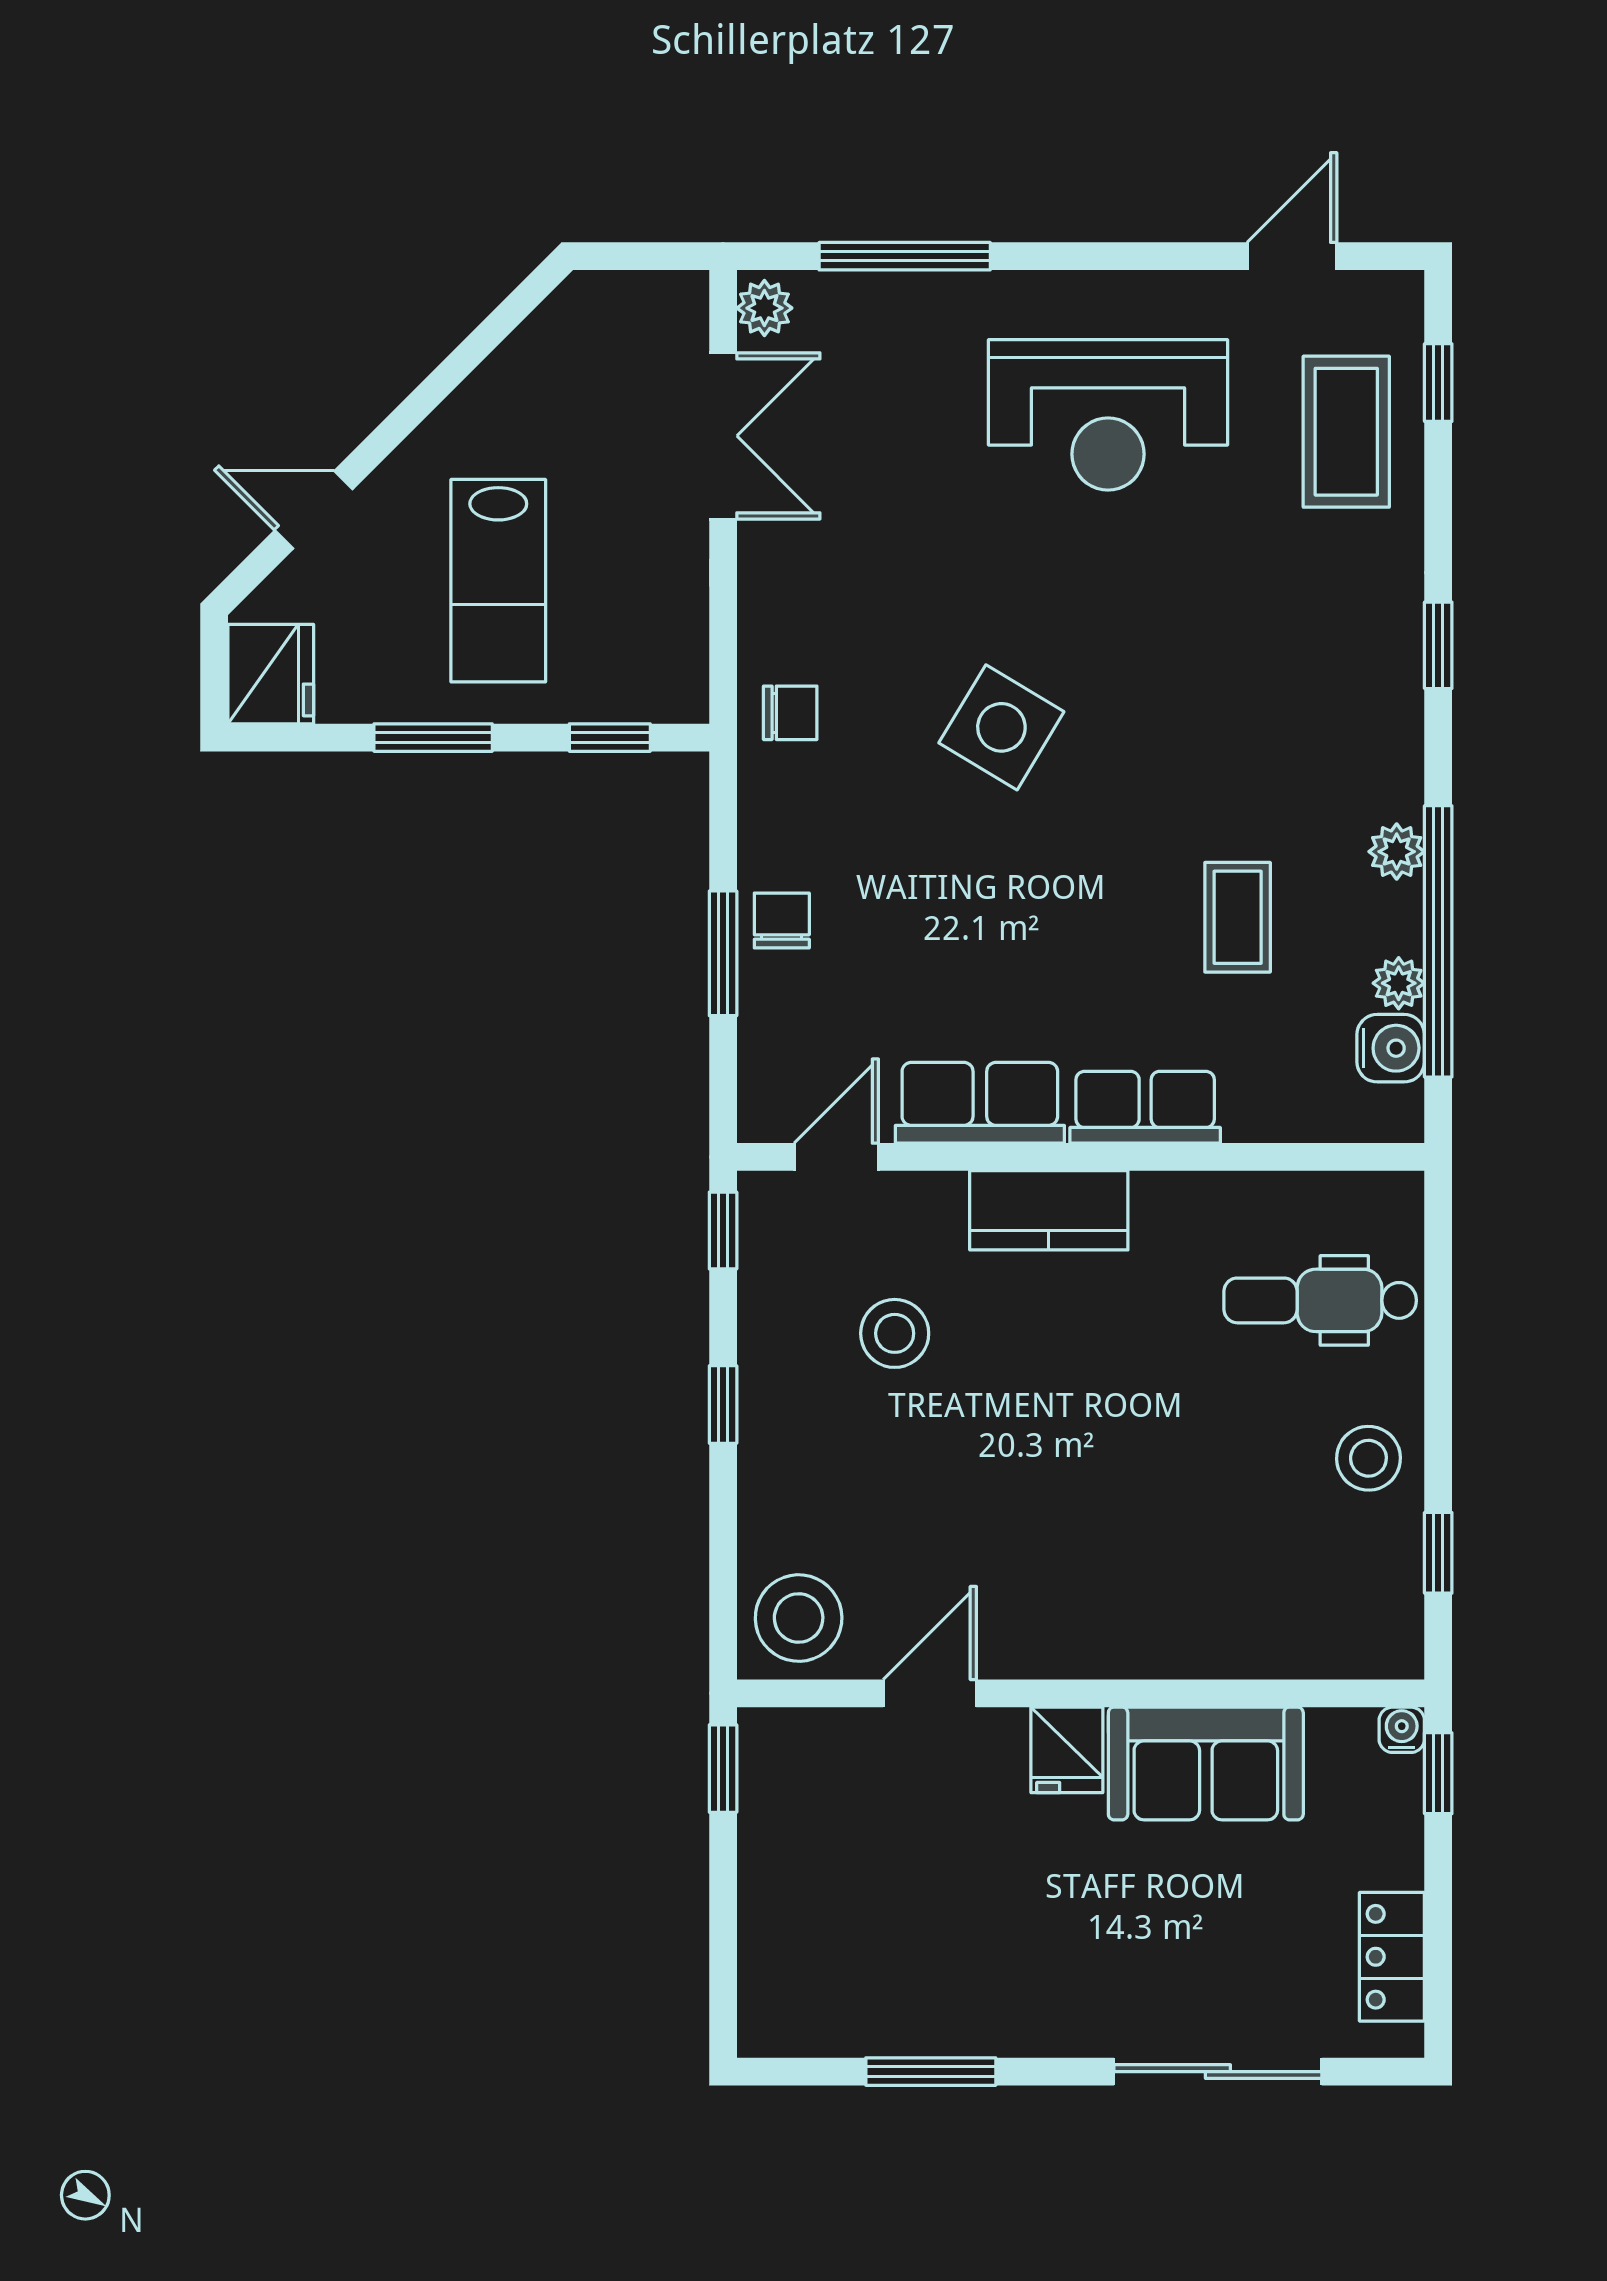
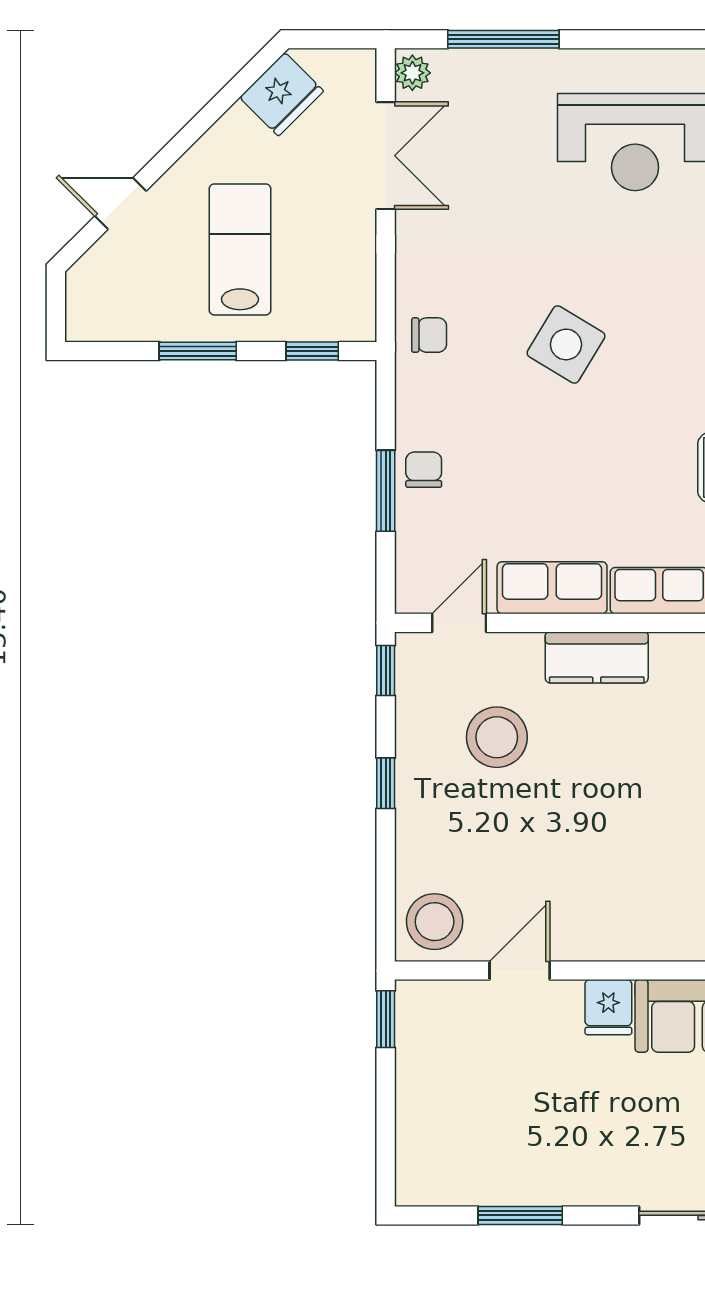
lab bench: (498, 581) -> (240, 249), turned 180
fridge: (271, 674) -> (282, 94), moved, turned 45
stool: (895, 1333) -> (497, 737), width x1.38, depth x1.38

